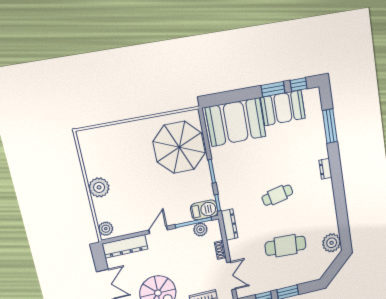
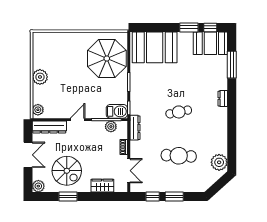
booth: (283, 108) -> (210, 43), moved

